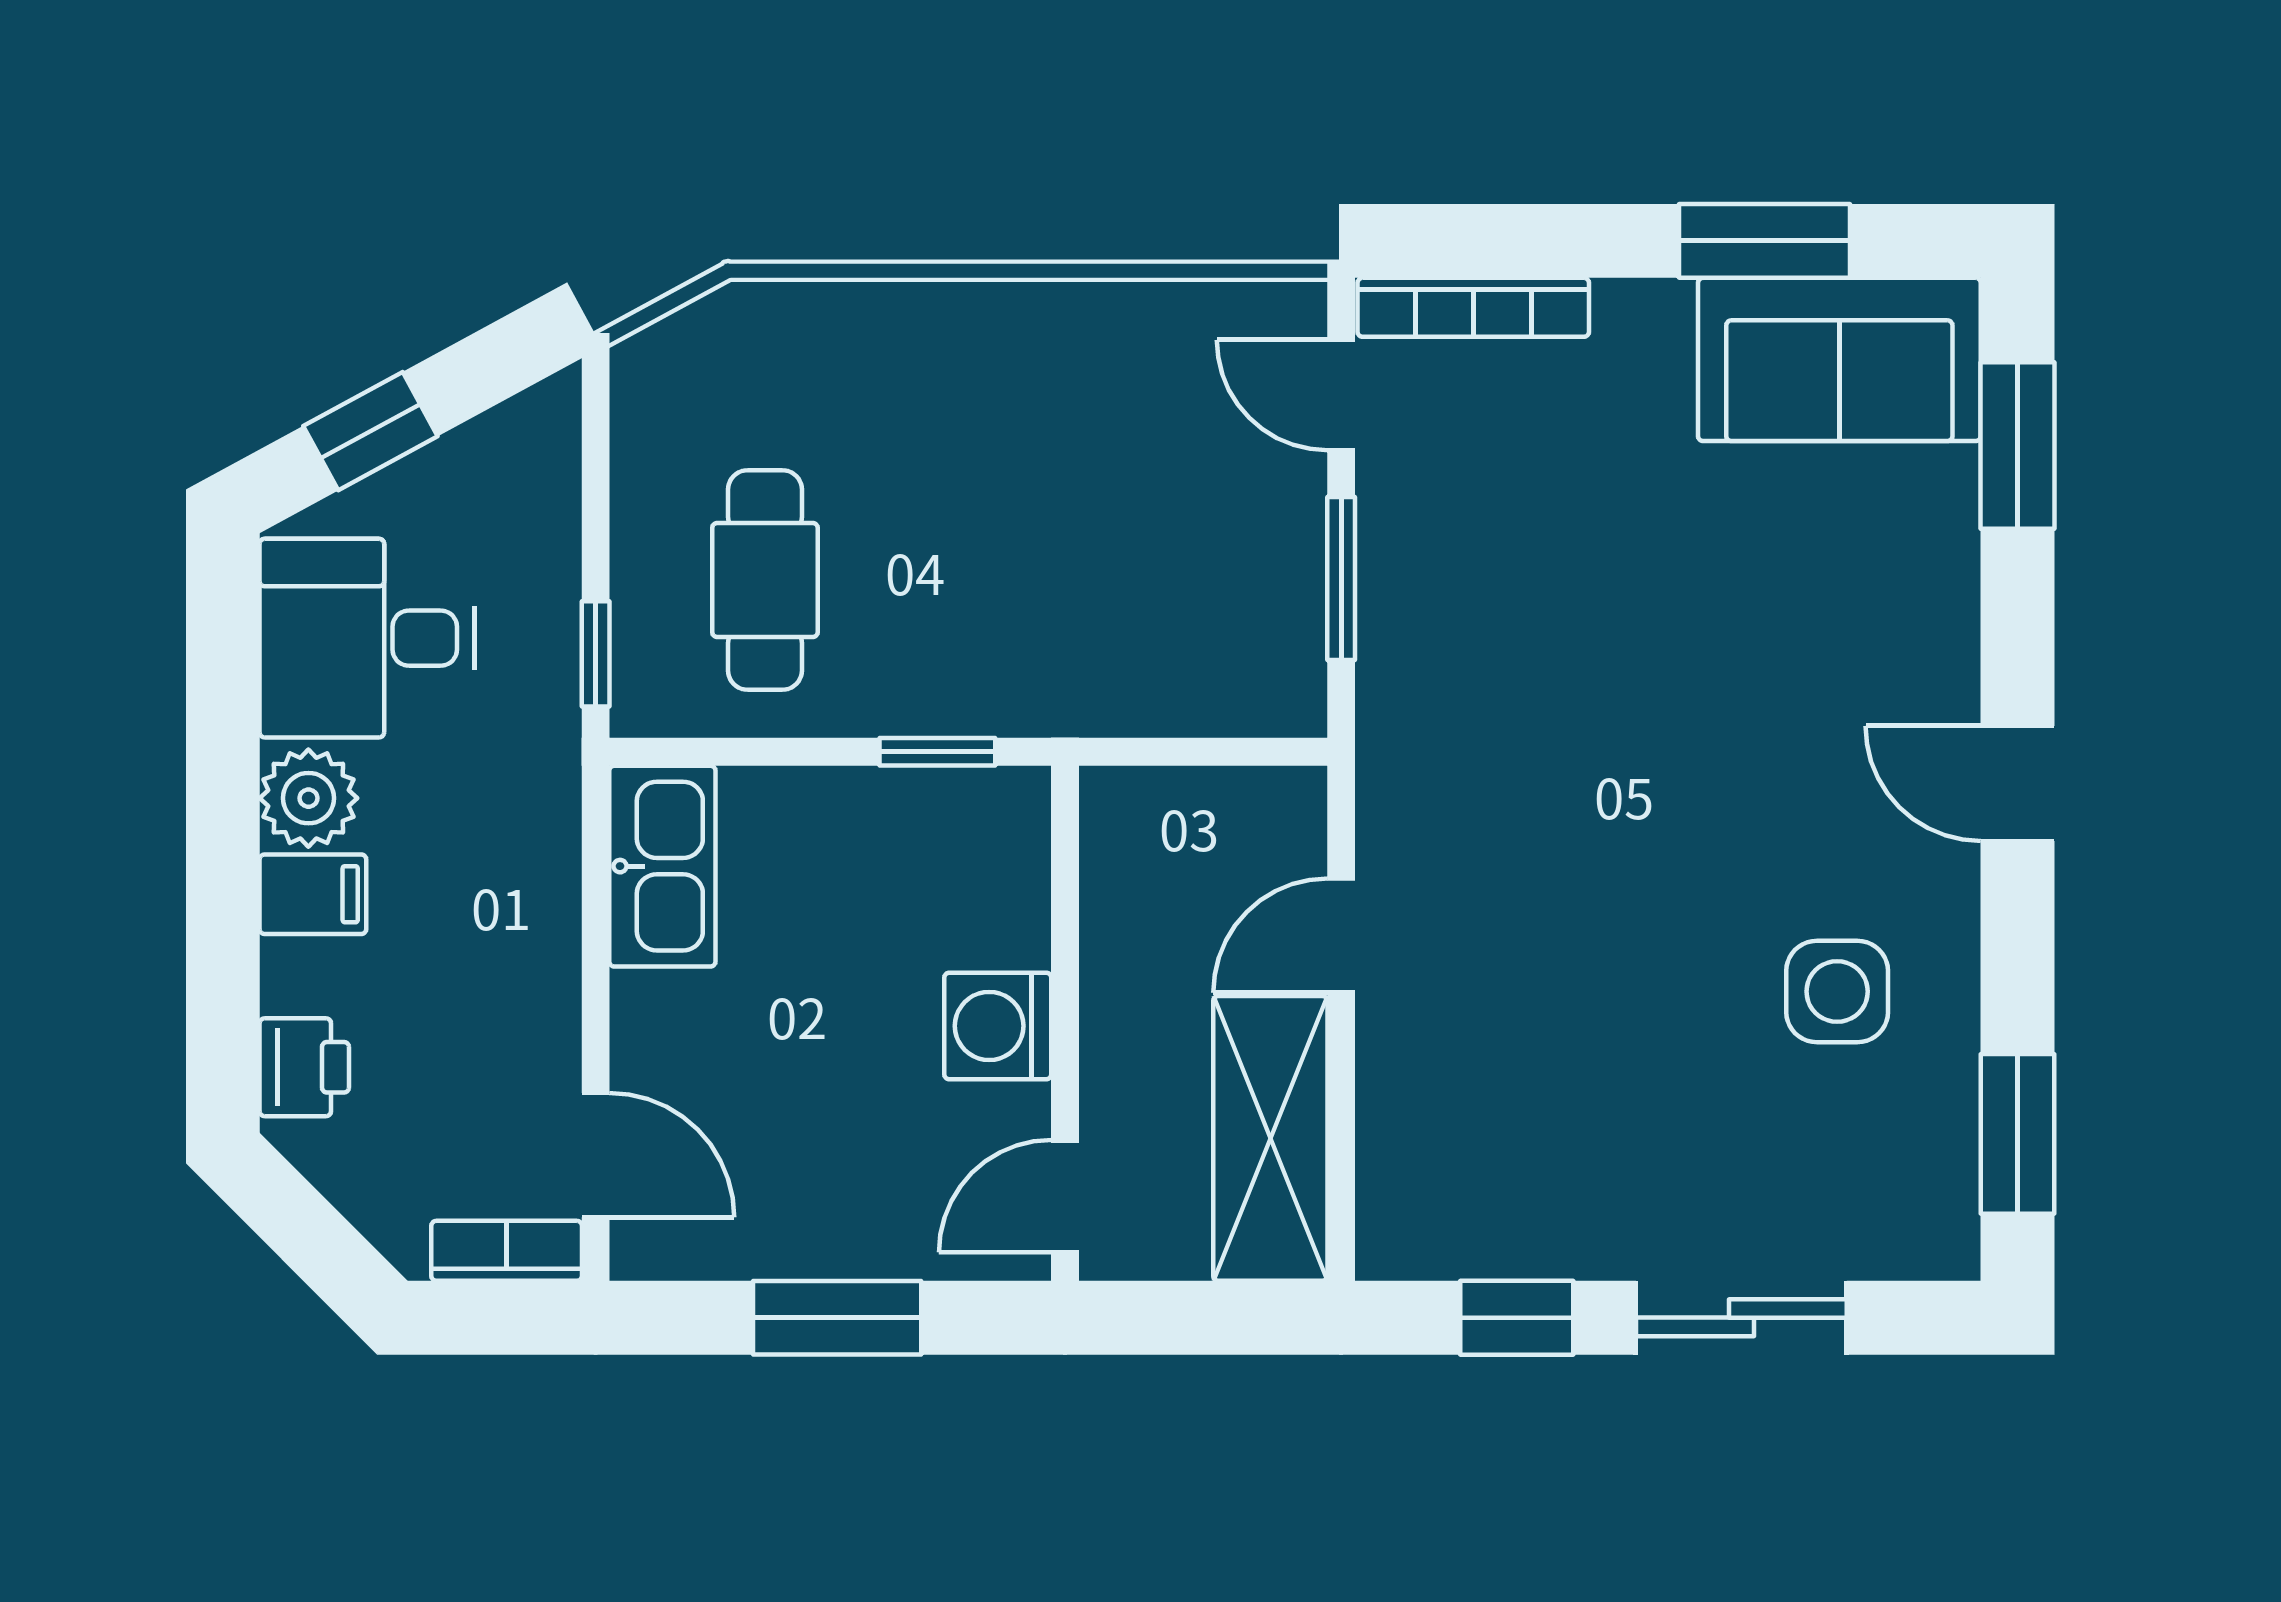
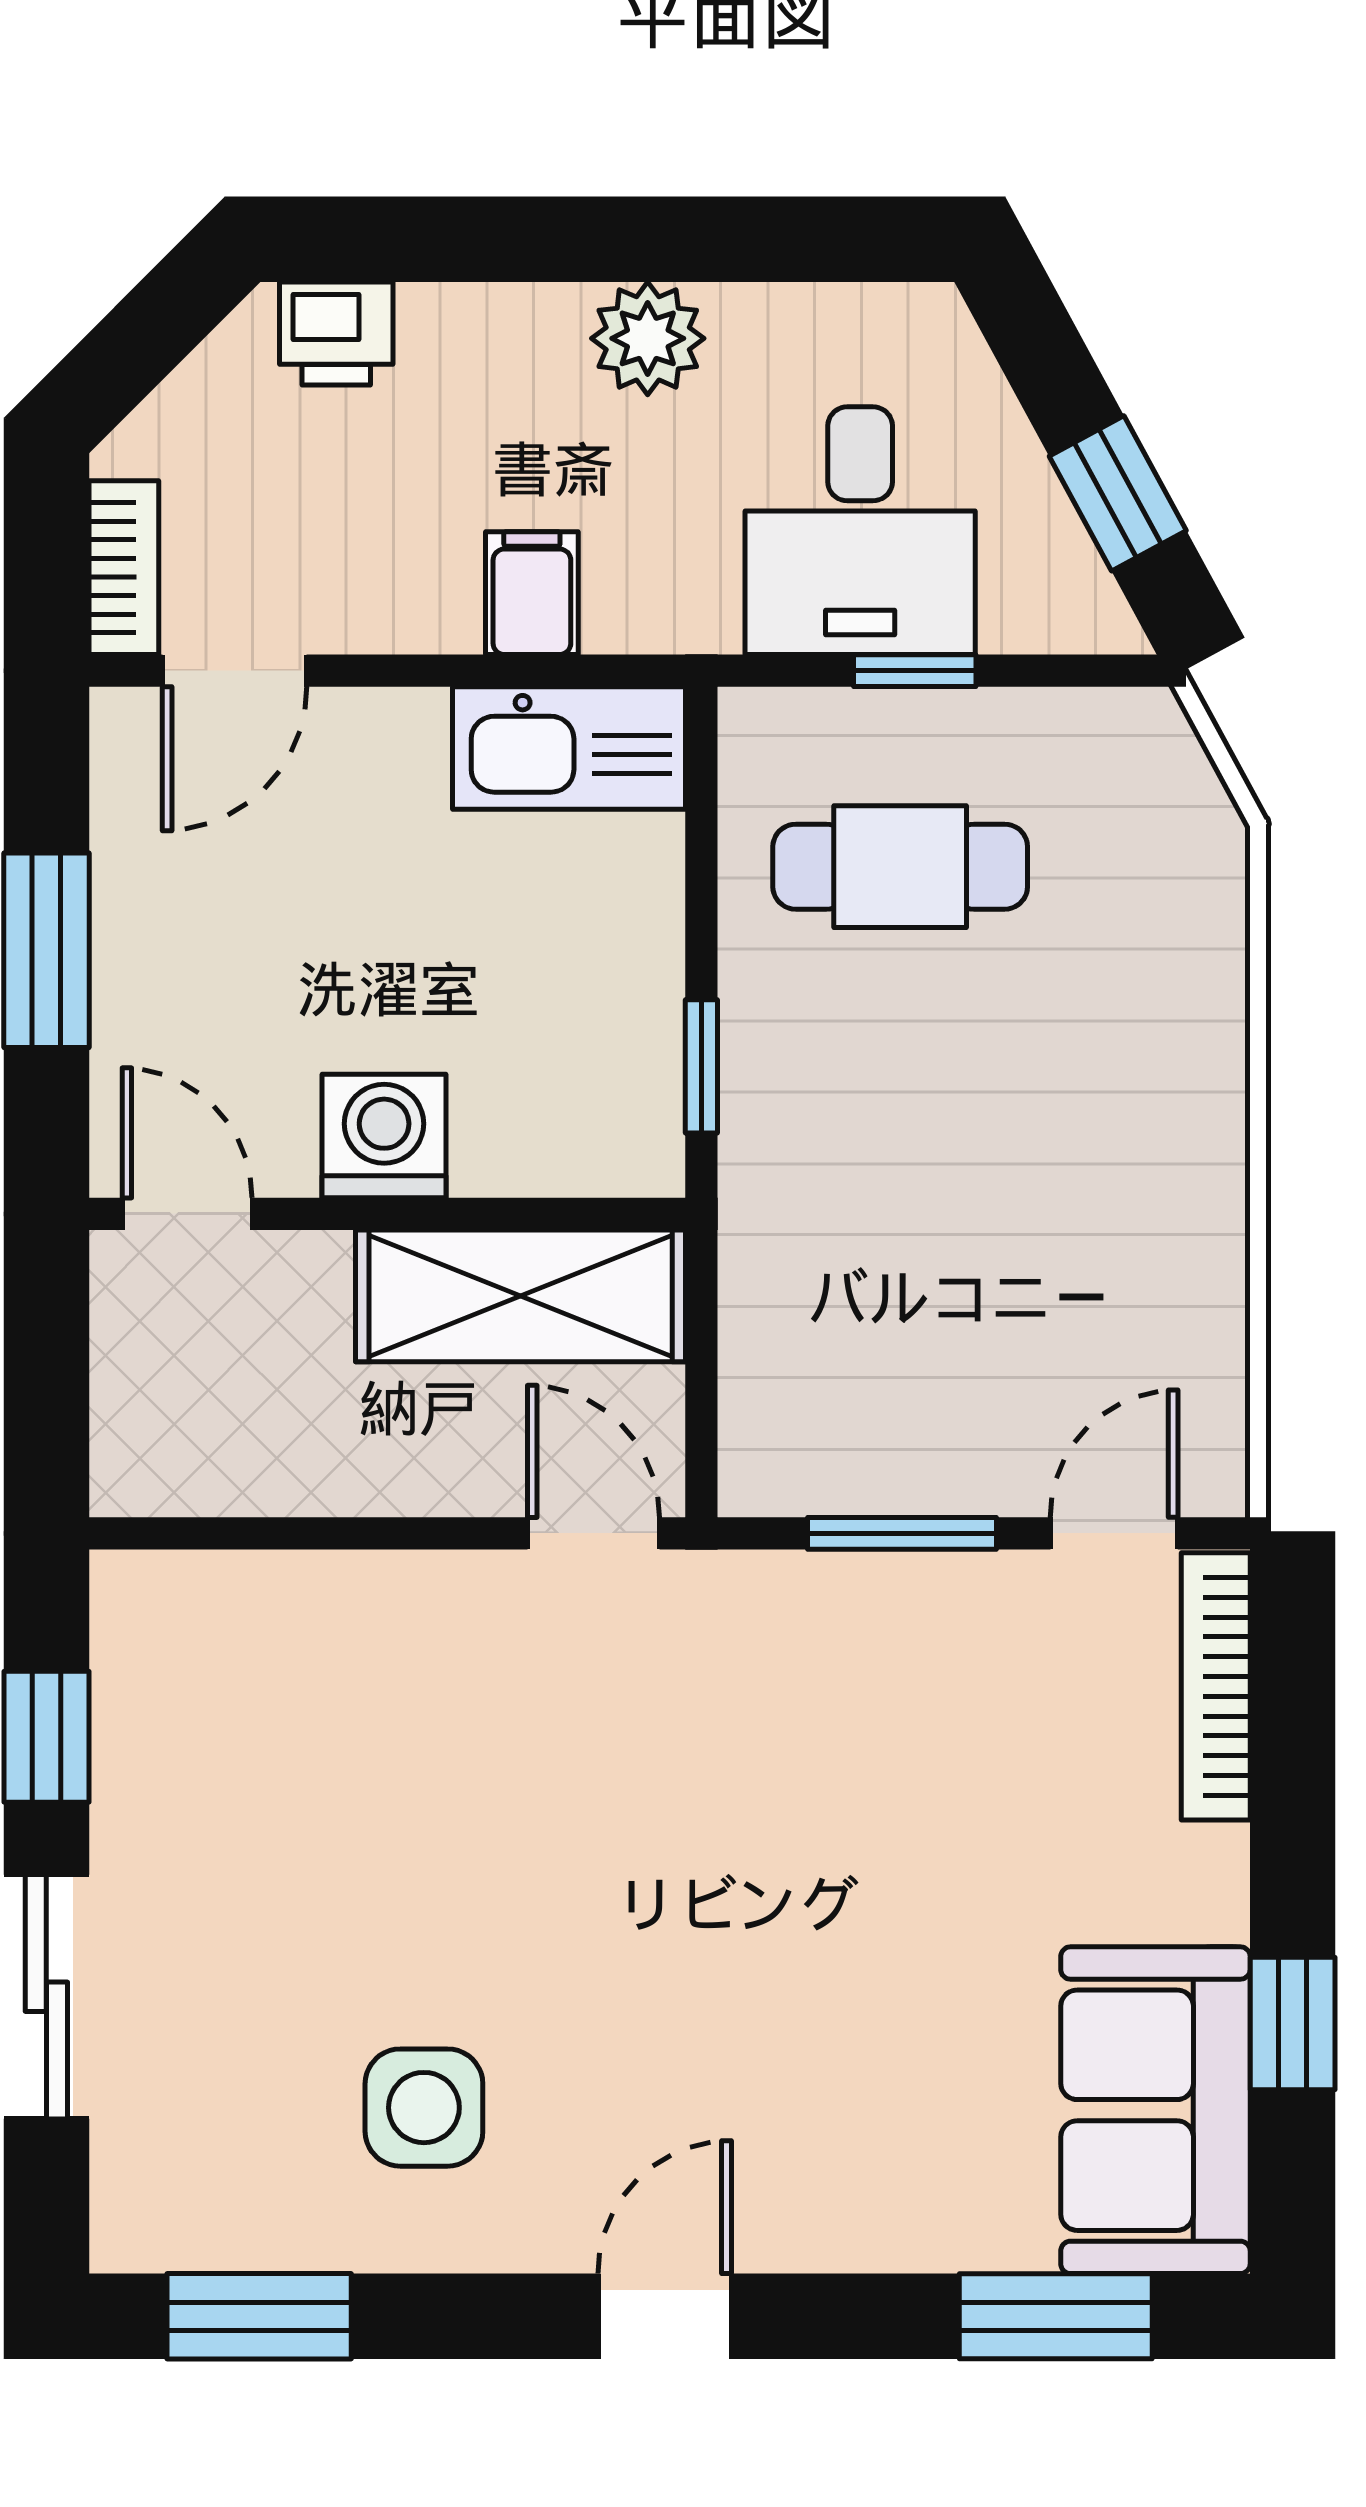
window: (1764, 241) -> (1293, 2023), width x0.67
window: (370, 431) -> (1118, 493), moved
desk: (367, 638) -> (860, 531), moved, turned 180
window: (596, 654) -> (915, 671), moved
filing cabinet: (313, 894) -> (532, 593), moved, turned 180
door: (1341, 936) -> (593, 1533), moved
shelving: (1270, 1138) -> (521, 1296), moved

